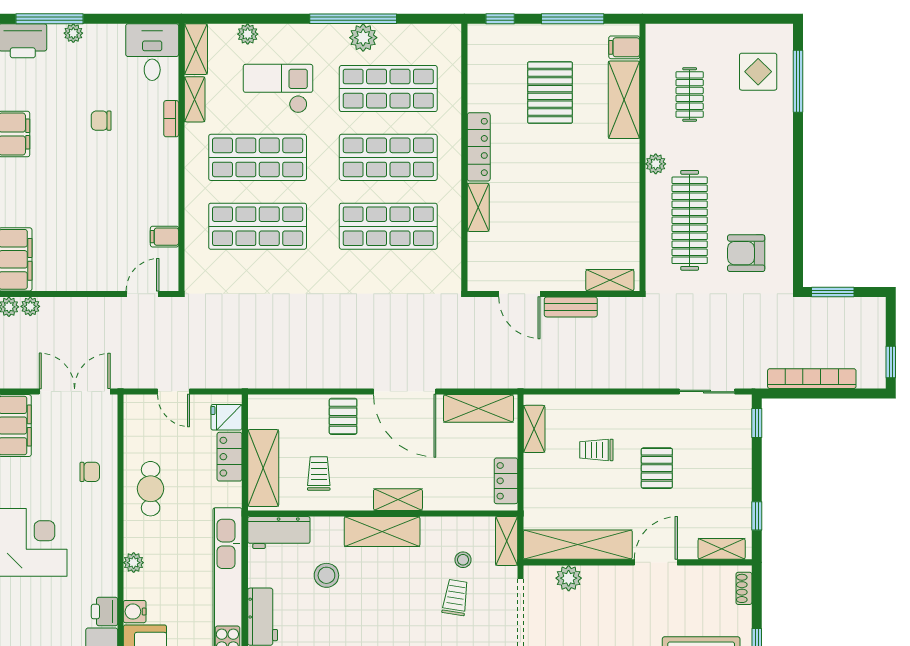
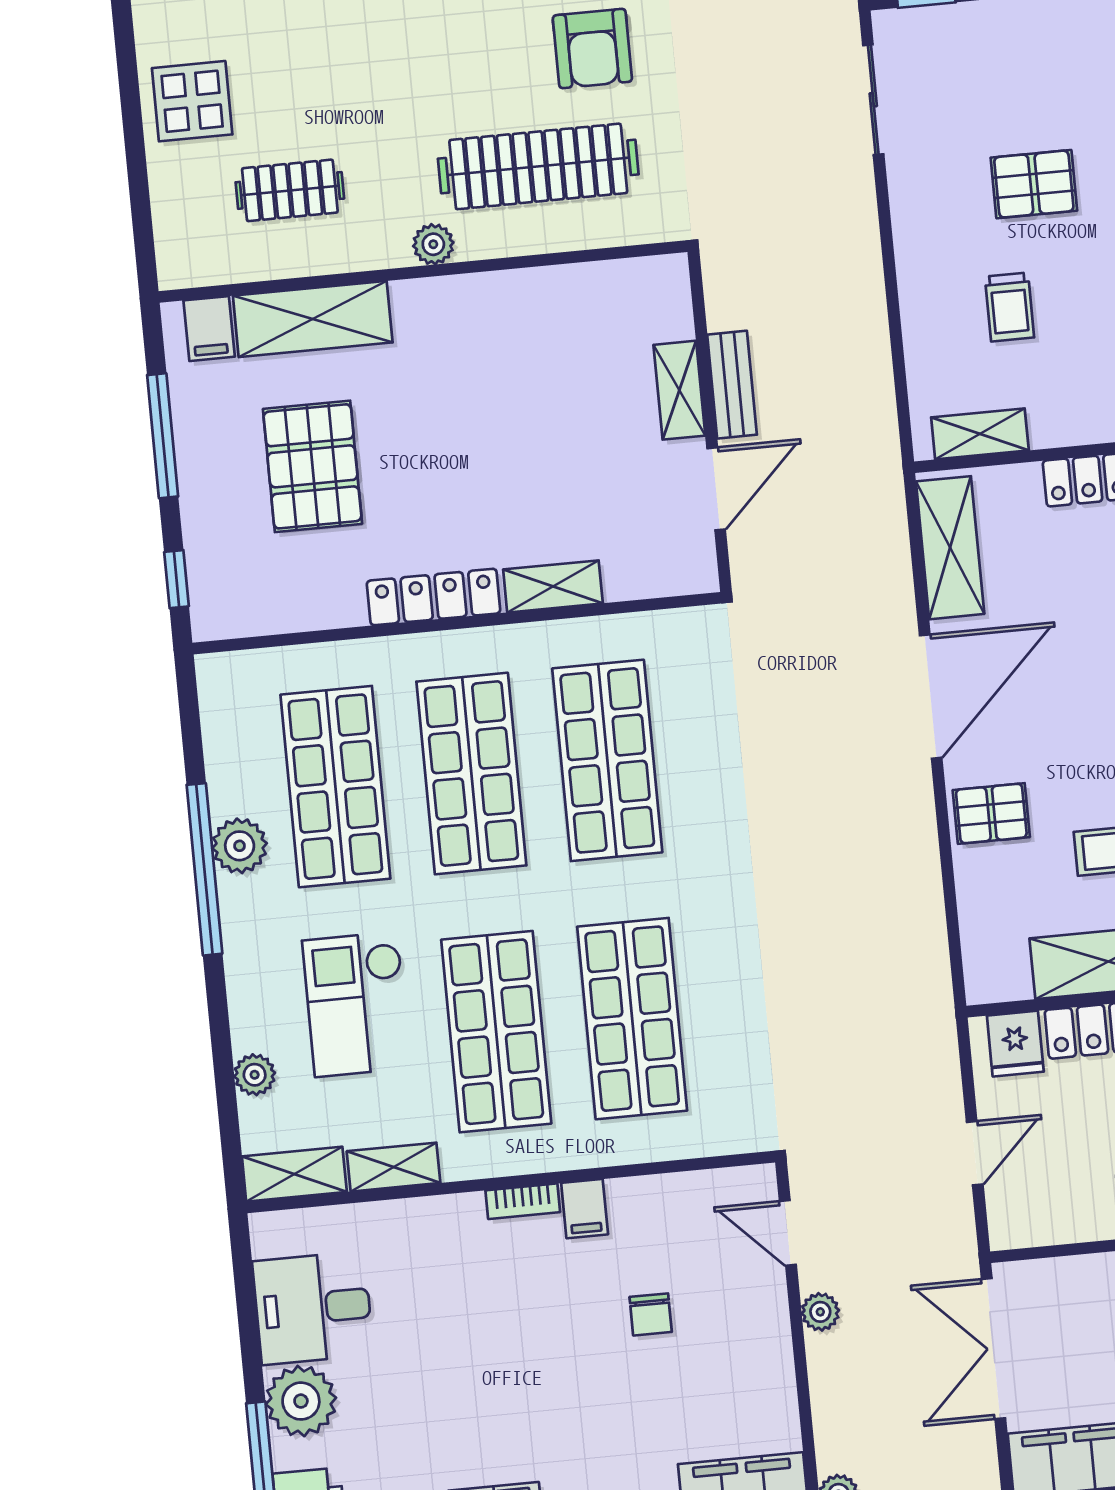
plant: (73, 33) -> (301, 1401), width x1.87, depth x1.87
desk: (152, 52) -> (313, 1308), moved
display table: (758, 72) -> (192, 101), moved
pallet: (550, 93) -> (312, 466), turned 90
bookcase: (171, 119) -> (523, 1201), moved
chair: (101, 121) -> (651, 1314), moved
filing cabinet: (164, 237) -> (585, 1209), moved
shelving: (610, 280) -> (679, 390), moved
plant: (30, 306) -> (820, 1312), moved

